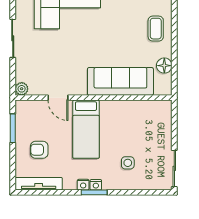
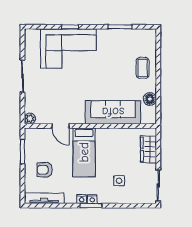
wardrobe: (163, 125) -> (148, 149), added

